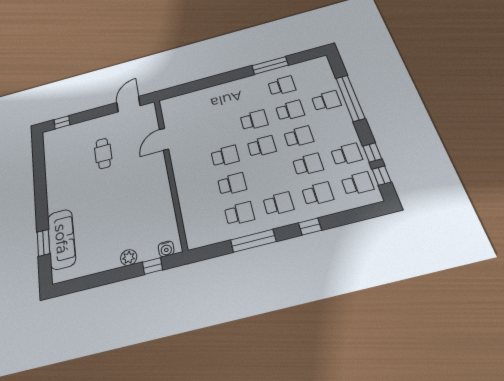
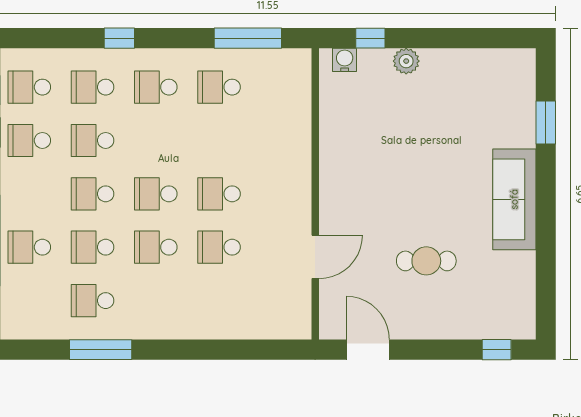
door: (128, 104) -> (368, 350), swing flipped
cafe table: (103, 153) -> (426, 261), turned 90
school desk: (232, 184) -> (219, 247), moved
sofa: (61, 239) -> (514, 199), moved
window: (253, 241) -> (248, 38), moved

